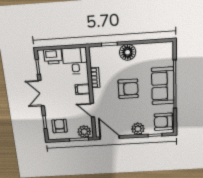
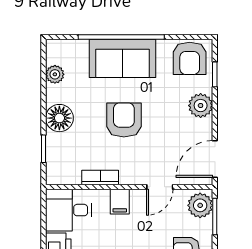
plant: (153, 48) -> (55, 74), added

